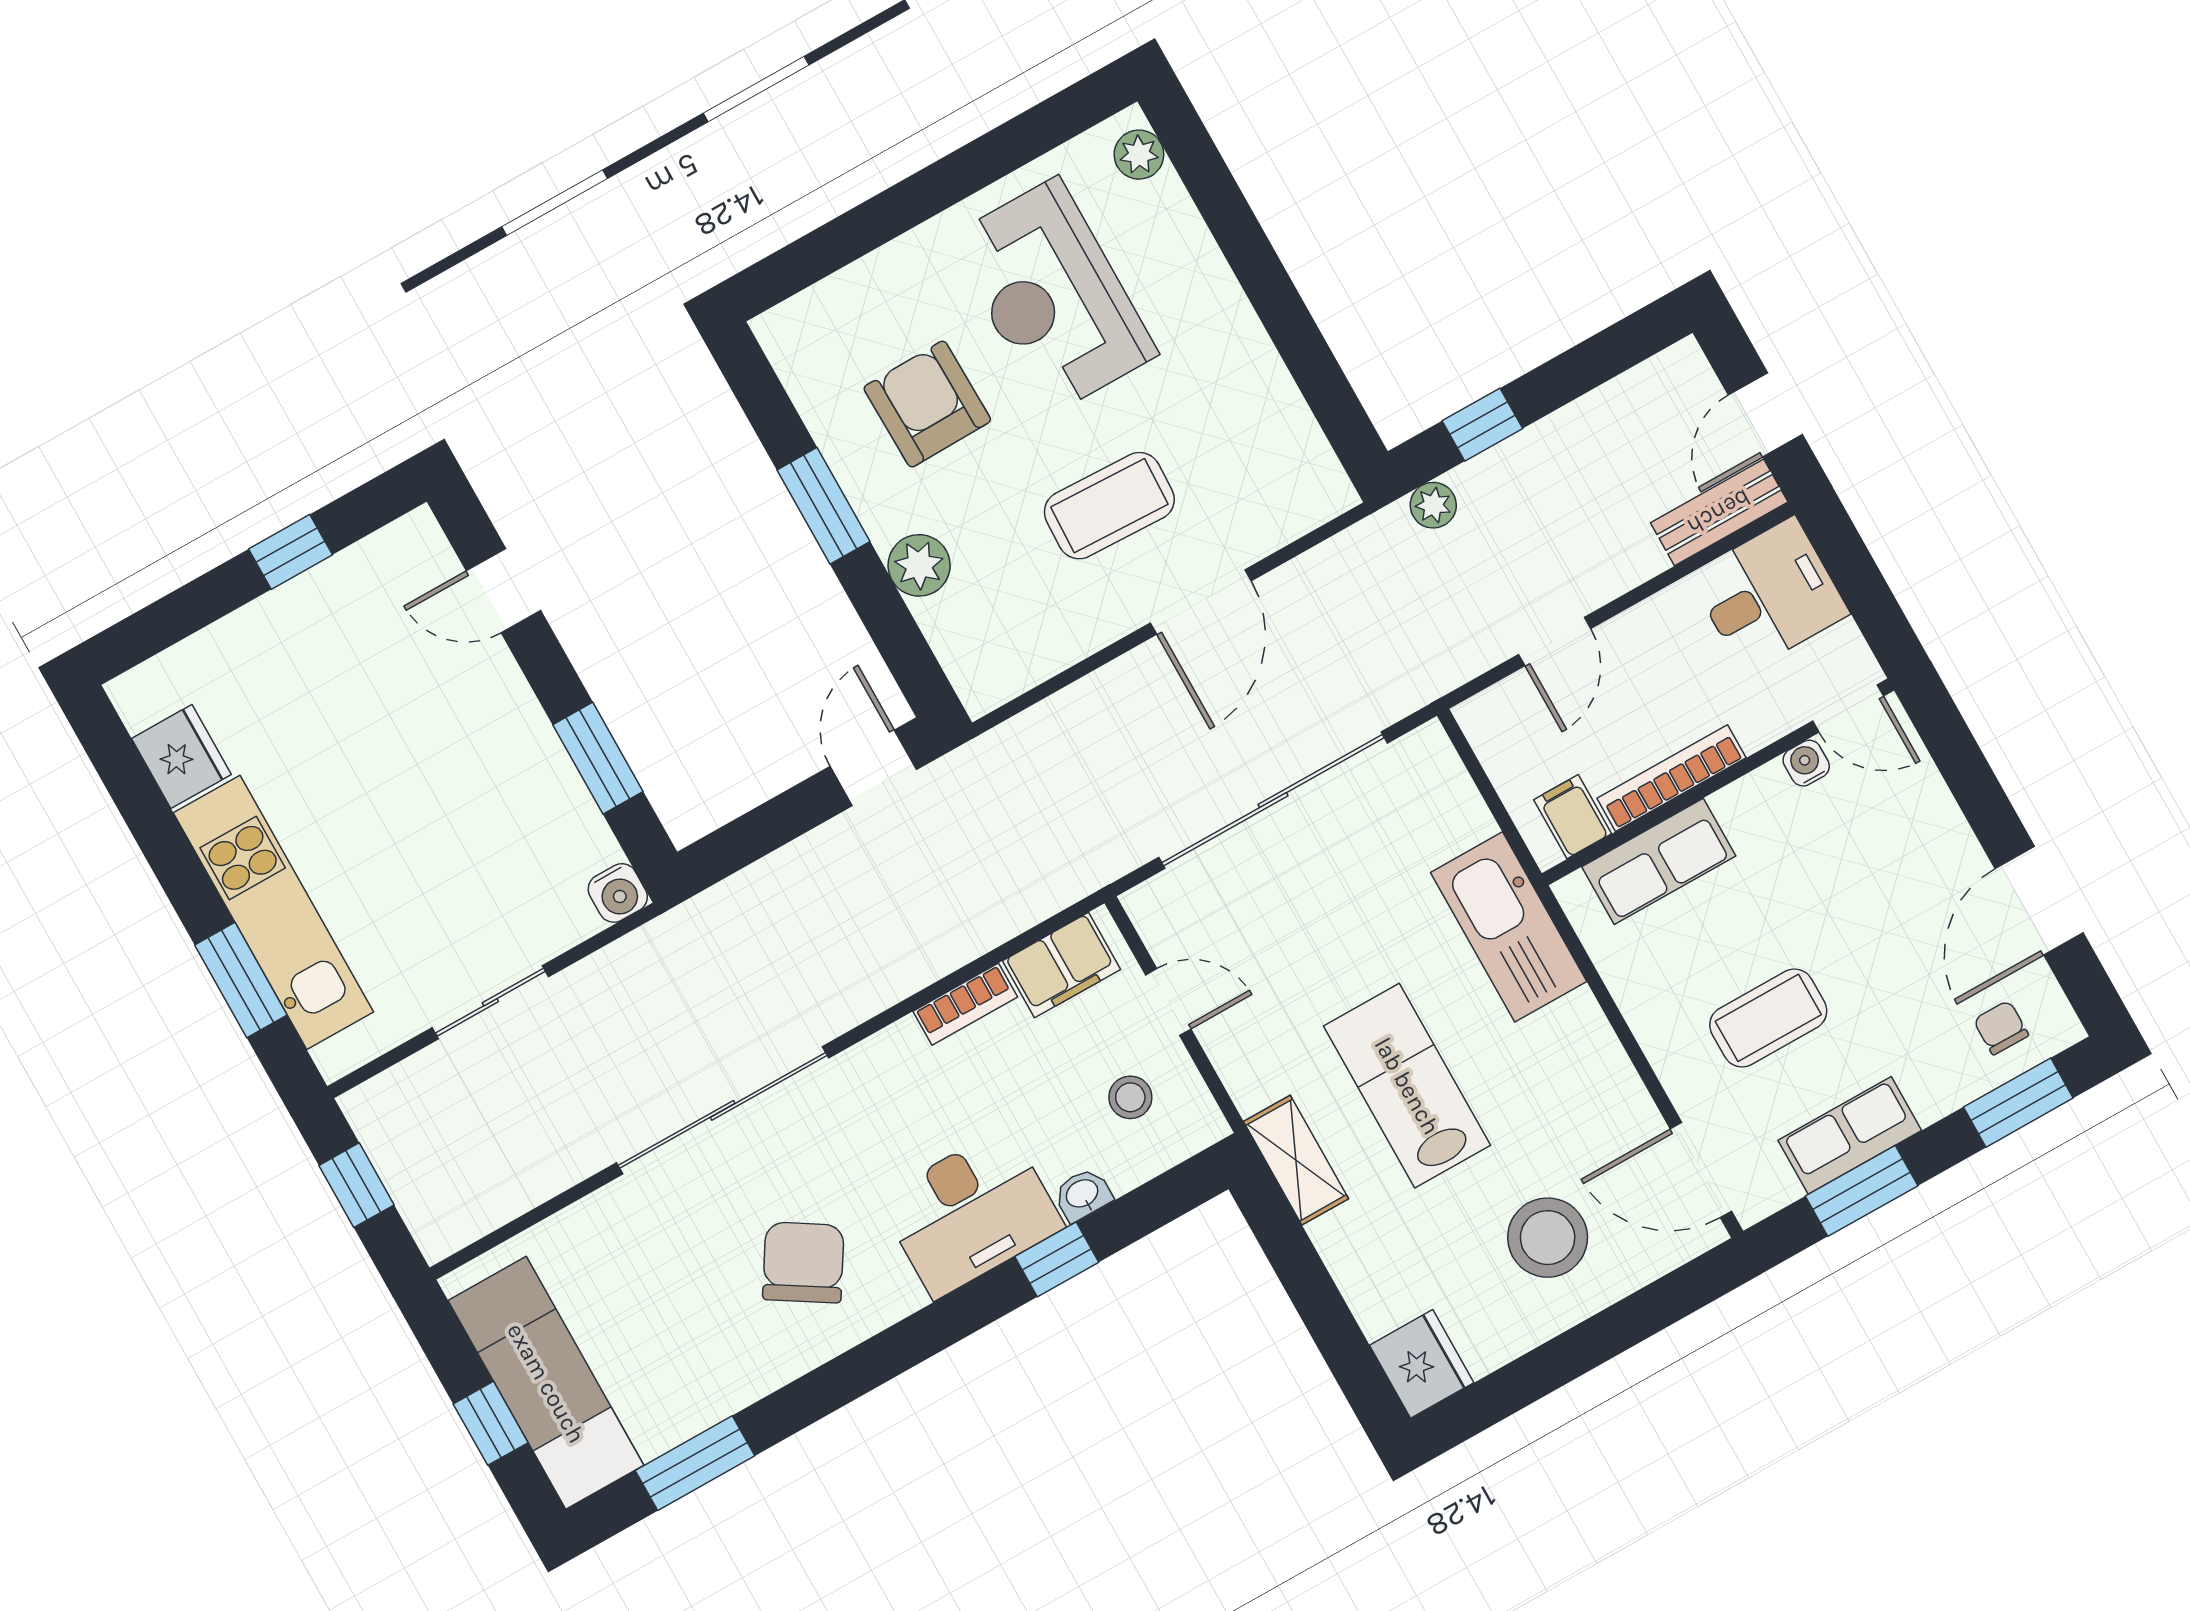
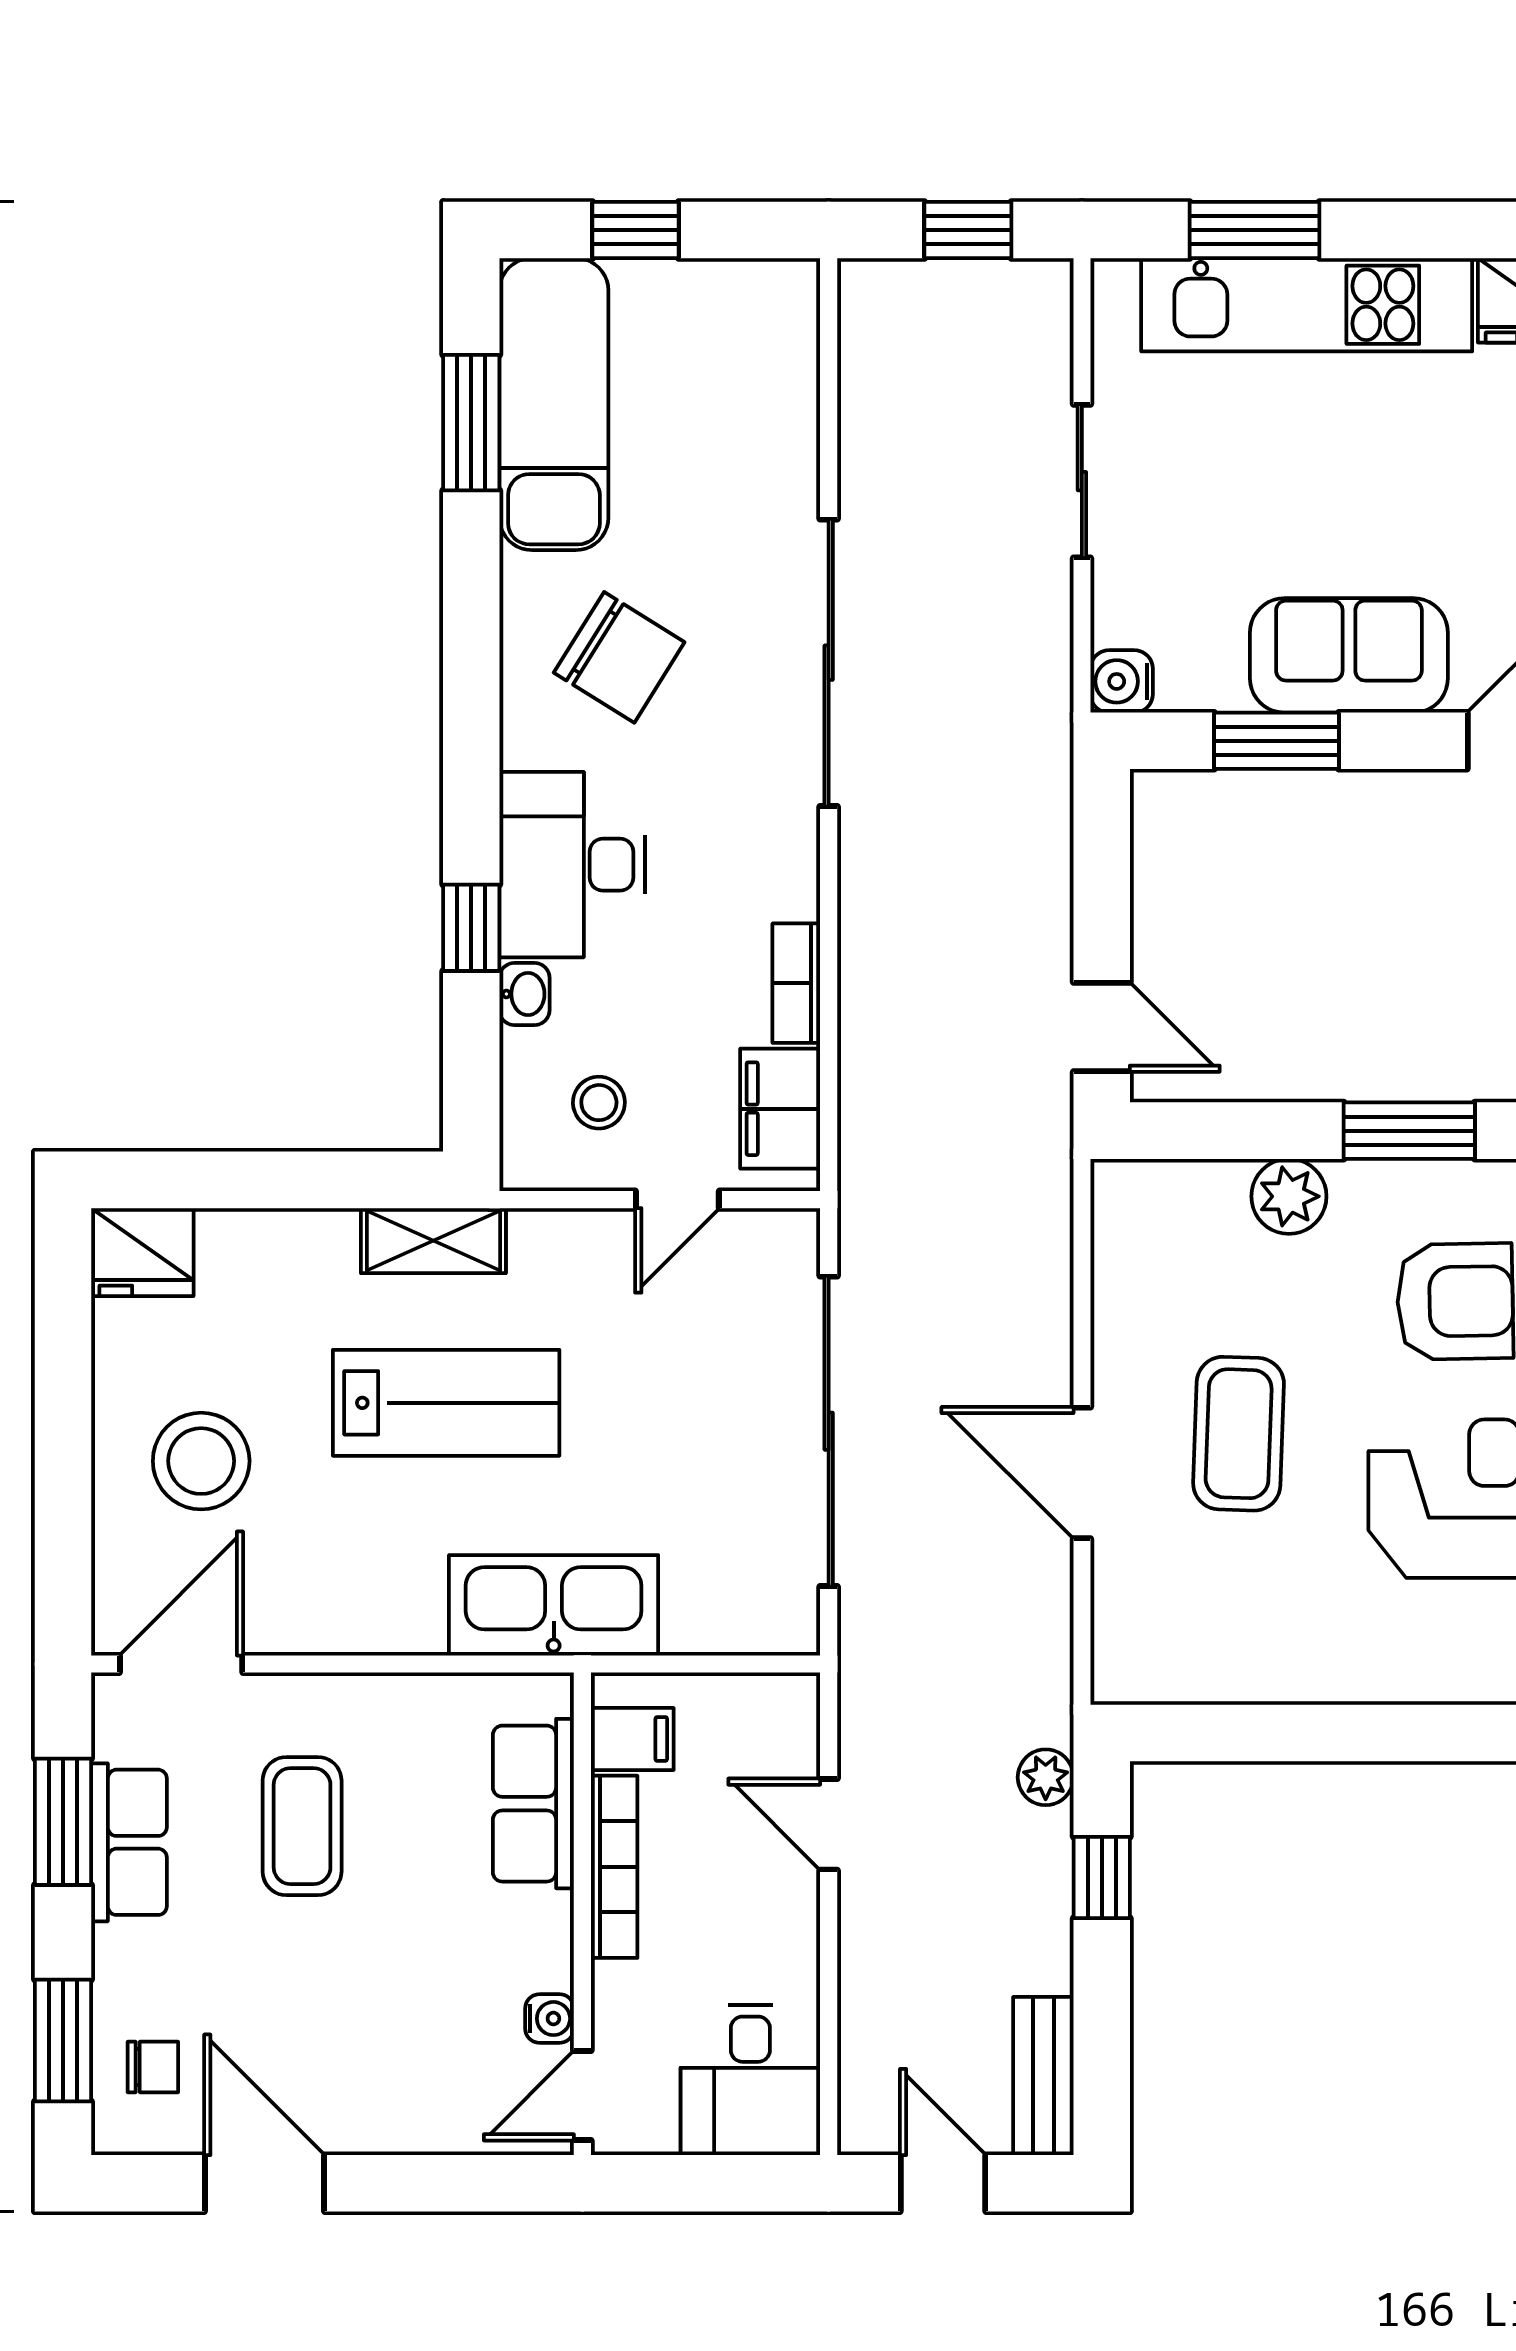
bench: (1719, 512) -> (1043, 2076), moved
sofa: (507, 741) -> (1349, 655), added
exam couch: (546, 1383) -> (554, 404), moved, turned -90

